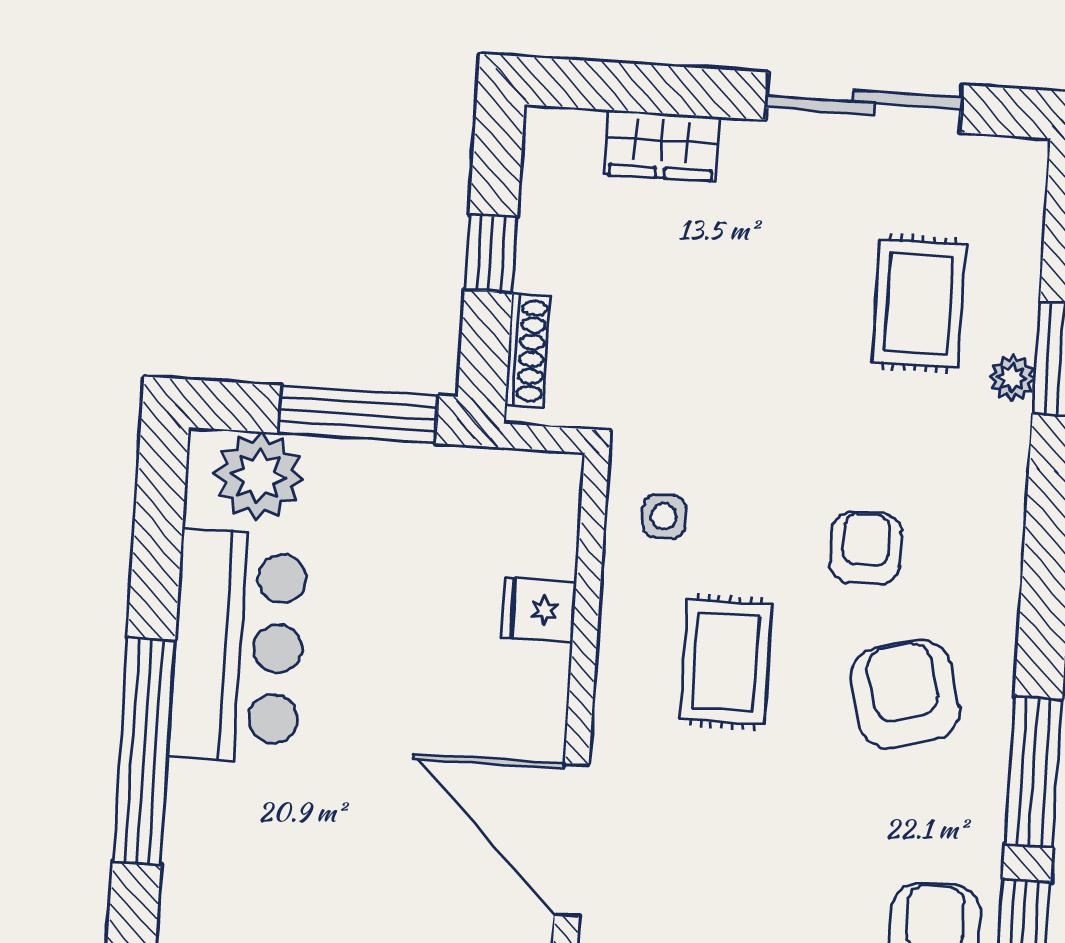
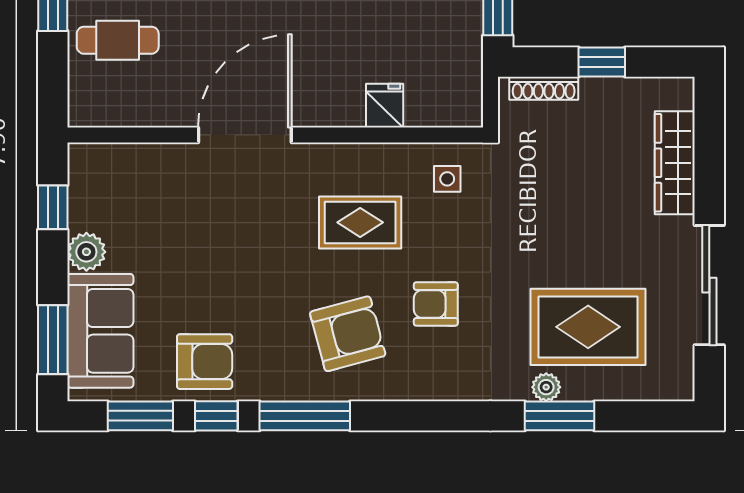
wardrobe: (662, 146) -> (675, 163), width x1.50
rug: (919, 304) -> (588, 327), width x1.36, depth x1.43
armchair: (866, 548) -> (436, 304), turned 180

